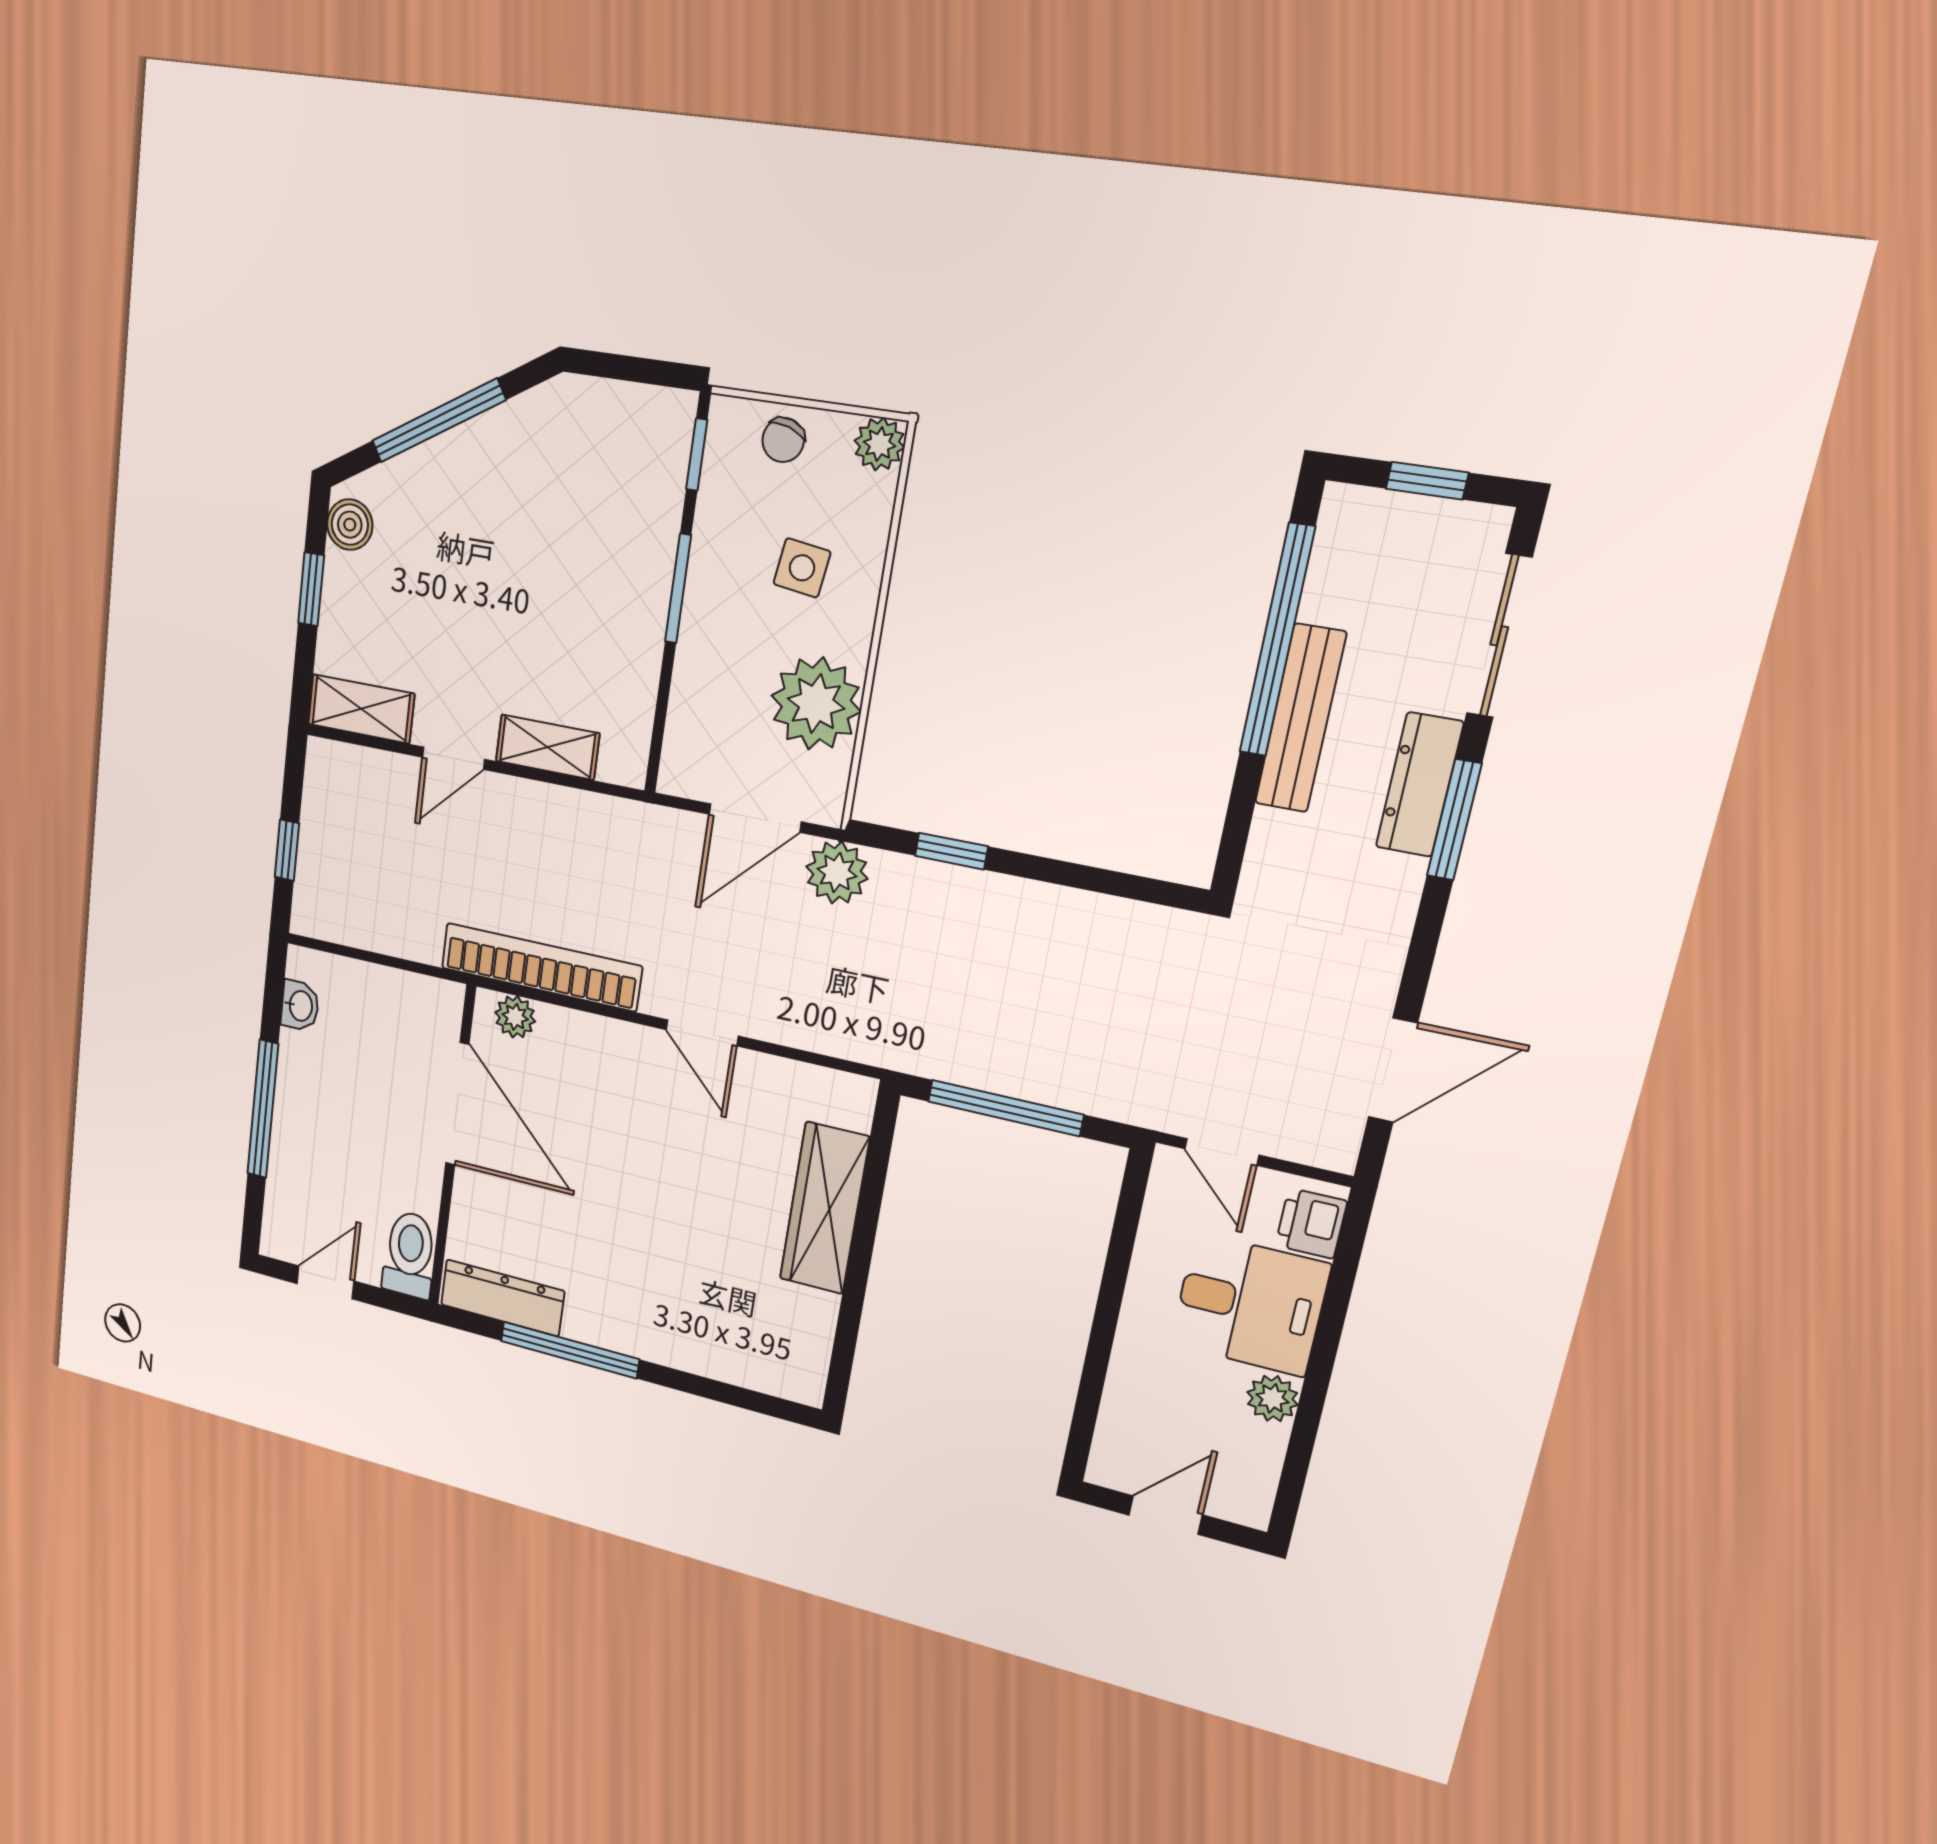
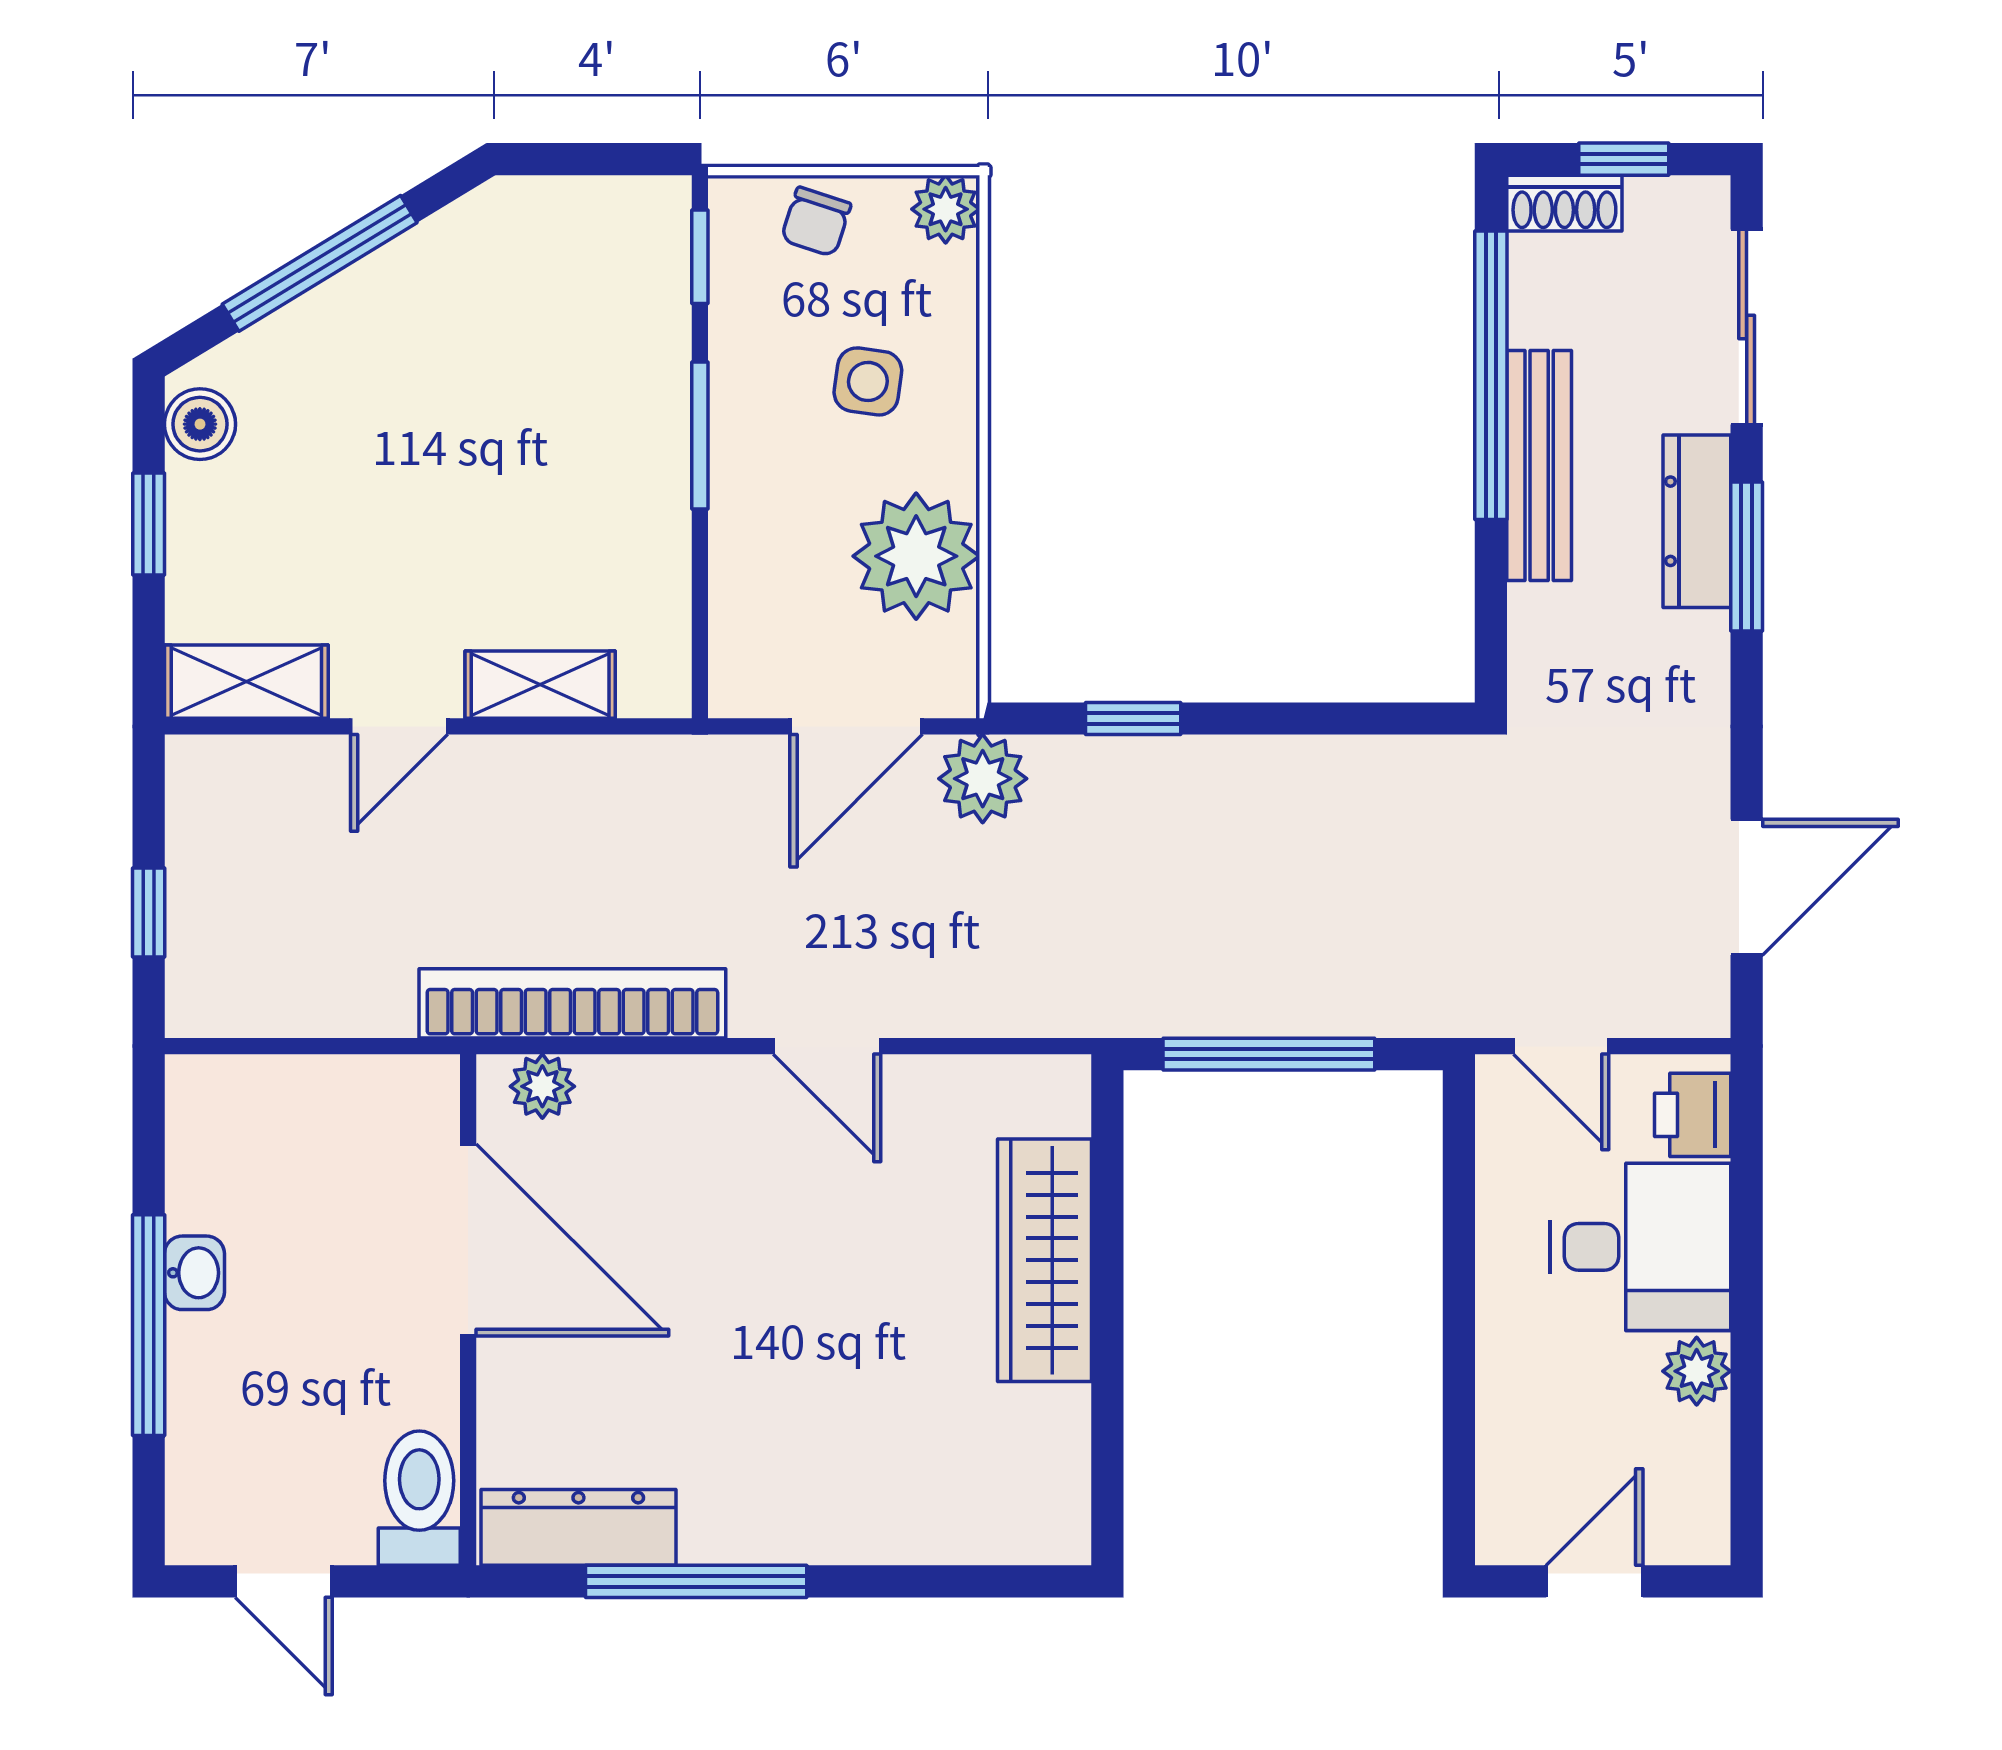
shoe rack: (1369, 510) -> (1564, 203), added
washbasin: (300, 1006) -> (194, 1273), moved
door: (325, 1282) -> (284, 1581), swing flipped

